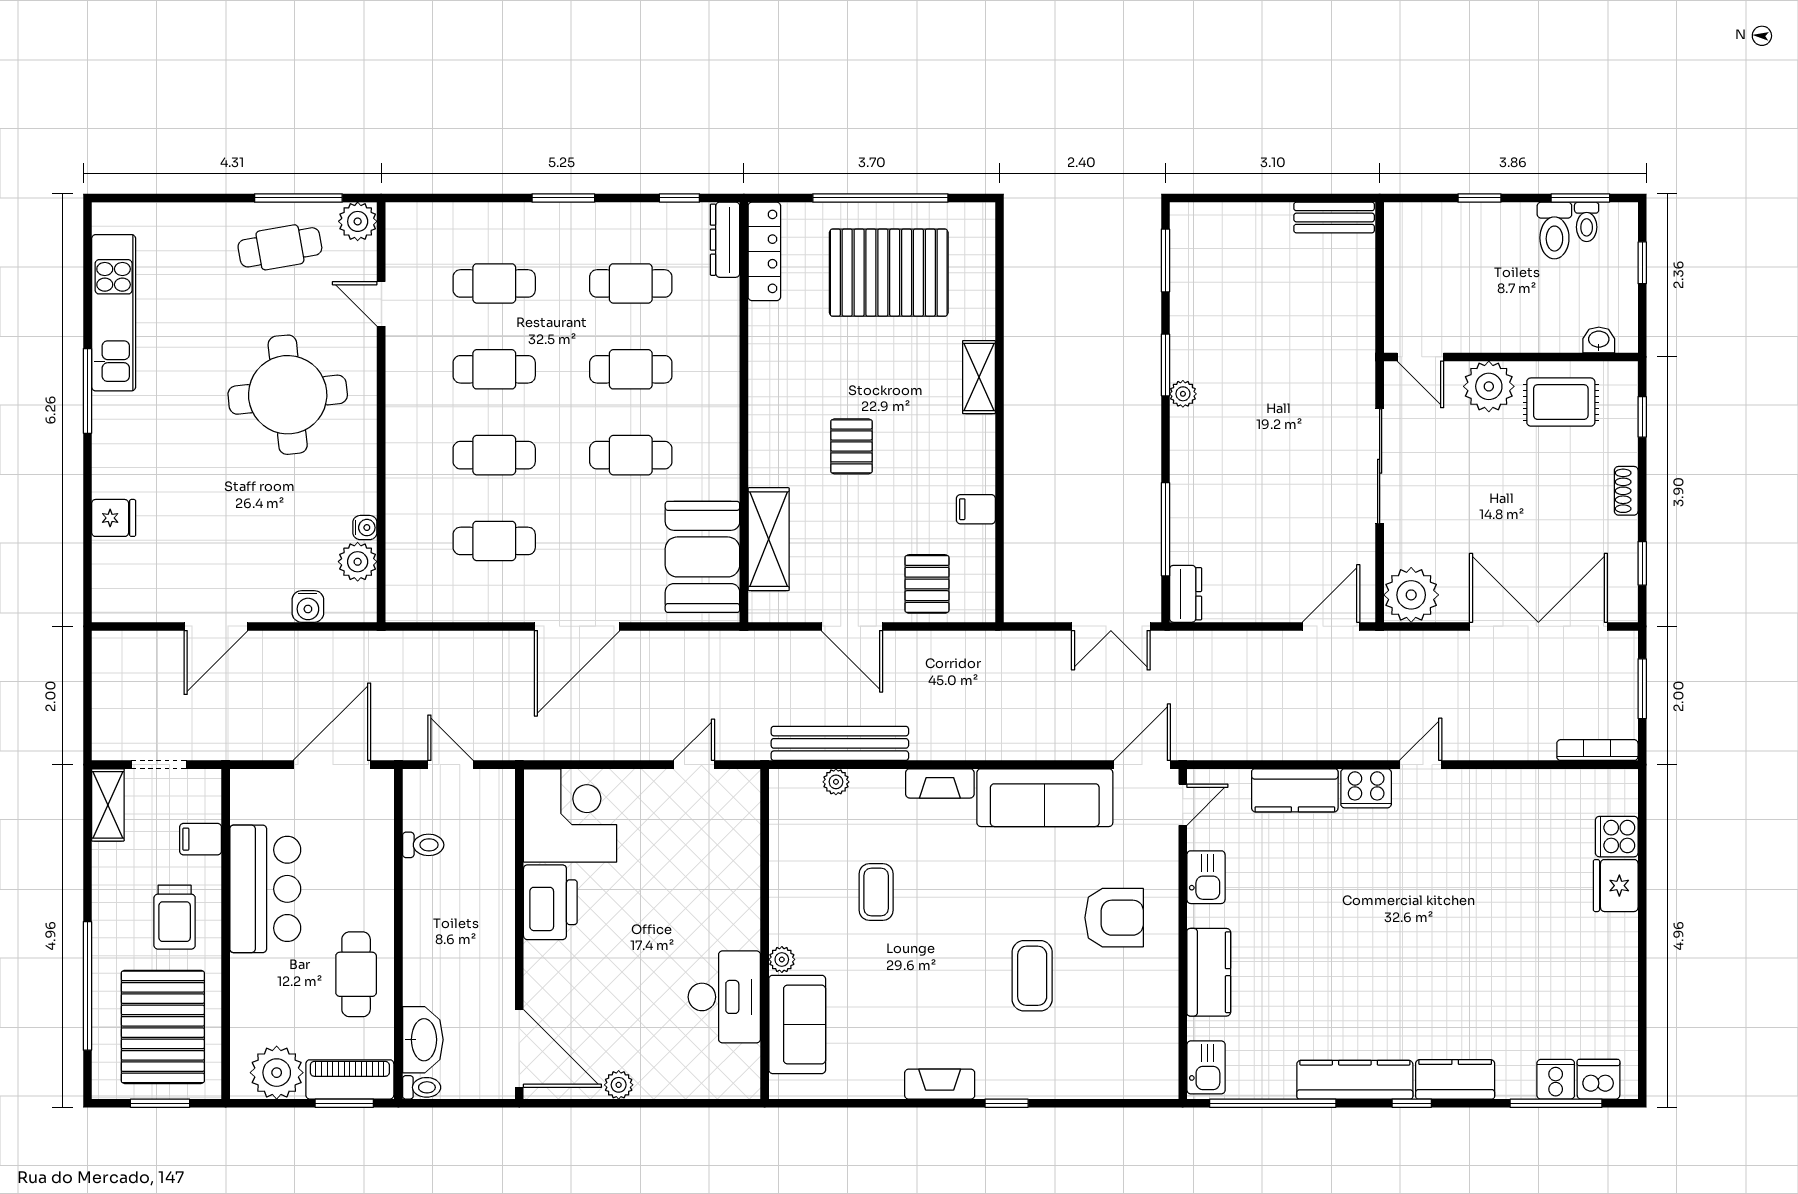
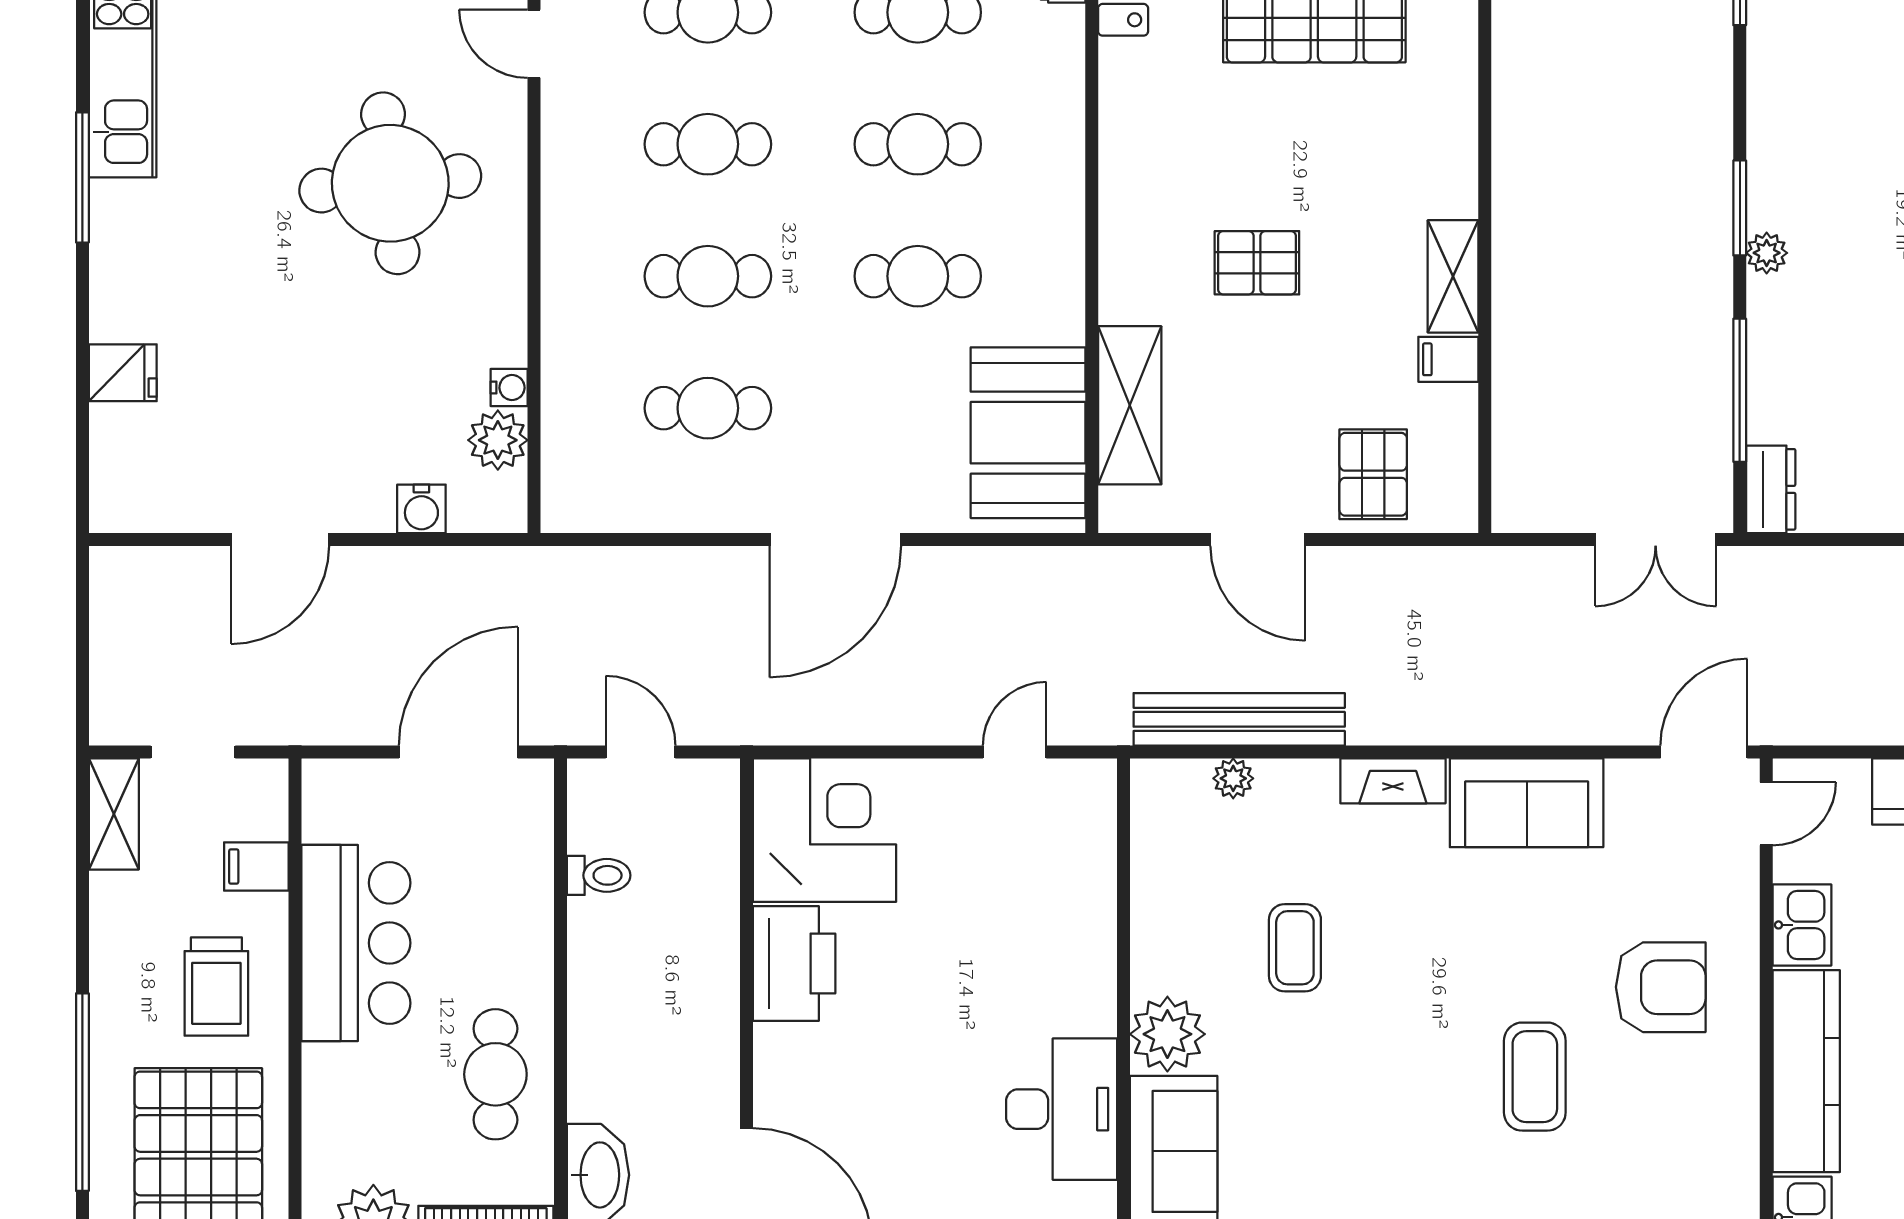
window: (1165, 365) -> (1740, 208), moved
shelving: (979, 377) -> (1453, 276), moved
plant: (1183, 394) -> (1767, 253), moved
pallet: (851, 446) -> (1257, 263), turned 90
sofa: (1045, 798) -> (1527, 803), width x0.73
plant: (782, 959) -> (1167, 1034), width x1.88, depth x1.88
kitchen counter: (1209, 972) -> (1806, 1071), width x1.50

